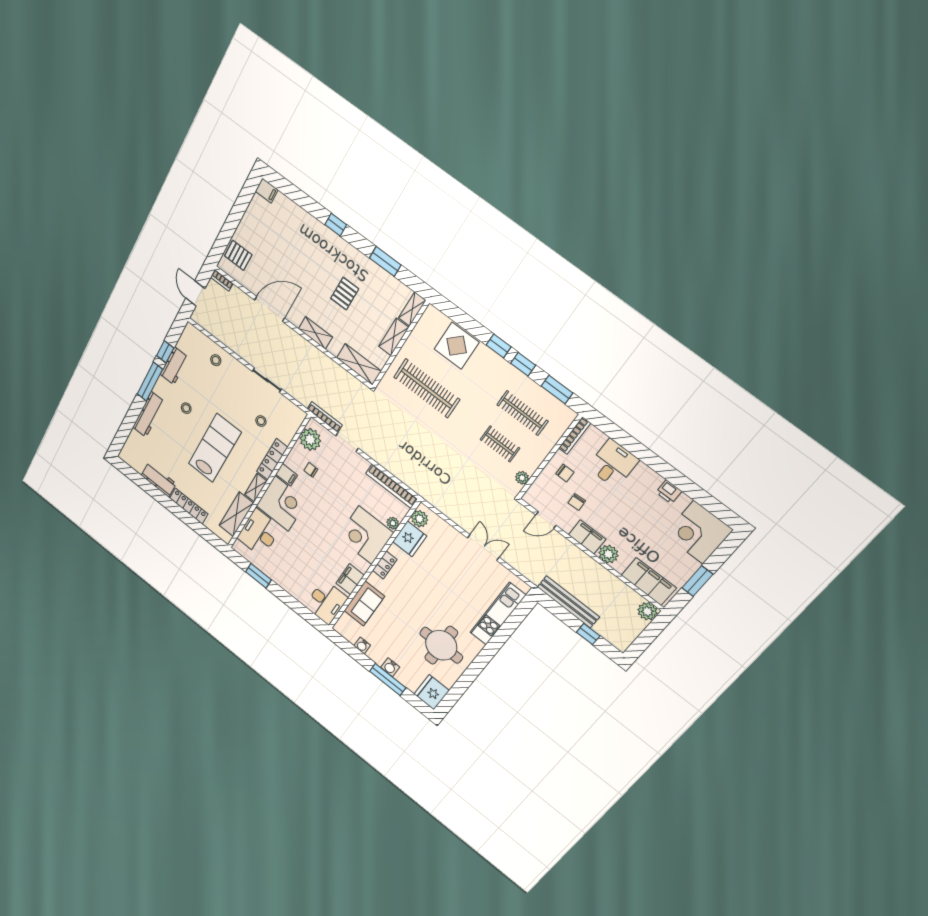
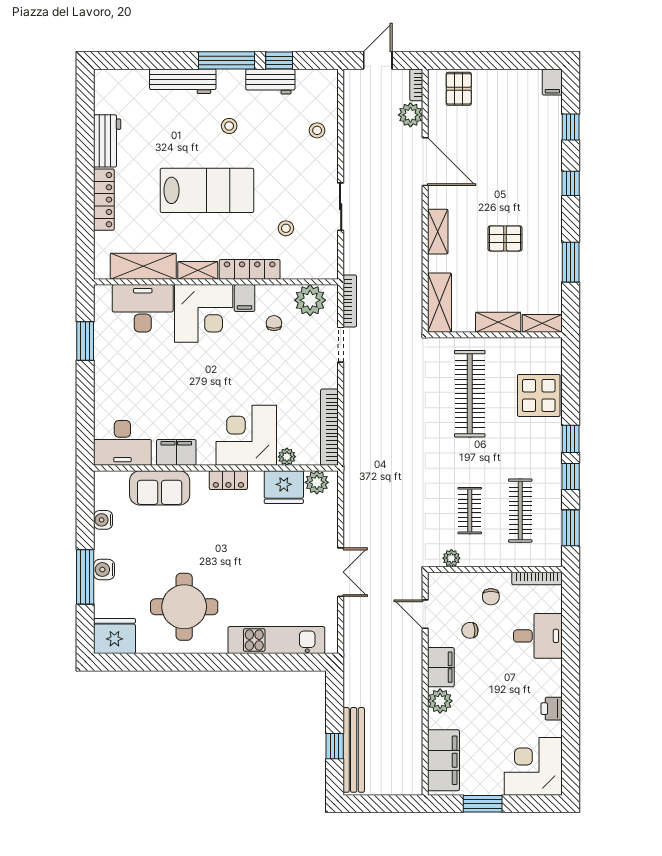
window: (301, 199) -> (571, 127), added
bench: (568, 602) -> (354, 750), moved
plant: (647, 611) -> (410, 115), moved

